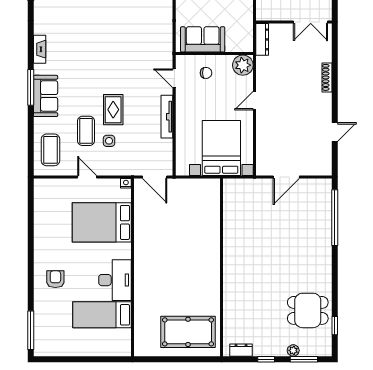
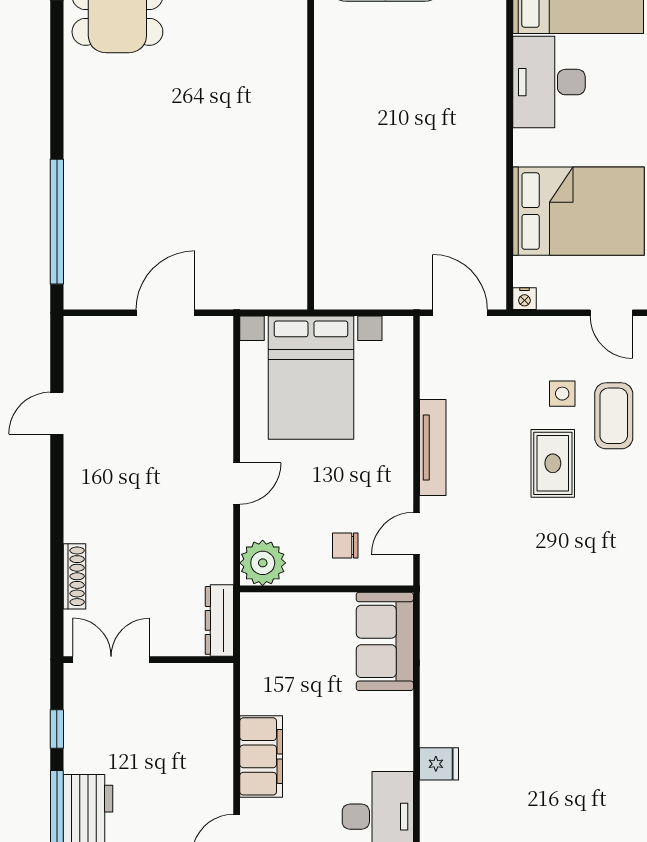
sofa: (203, 39) -> (385, 641), moved, turned 90
shoe rack: (327, 77) -> (74, 576), moved
door: (174, 78) -> (417, 533), swing flipped

